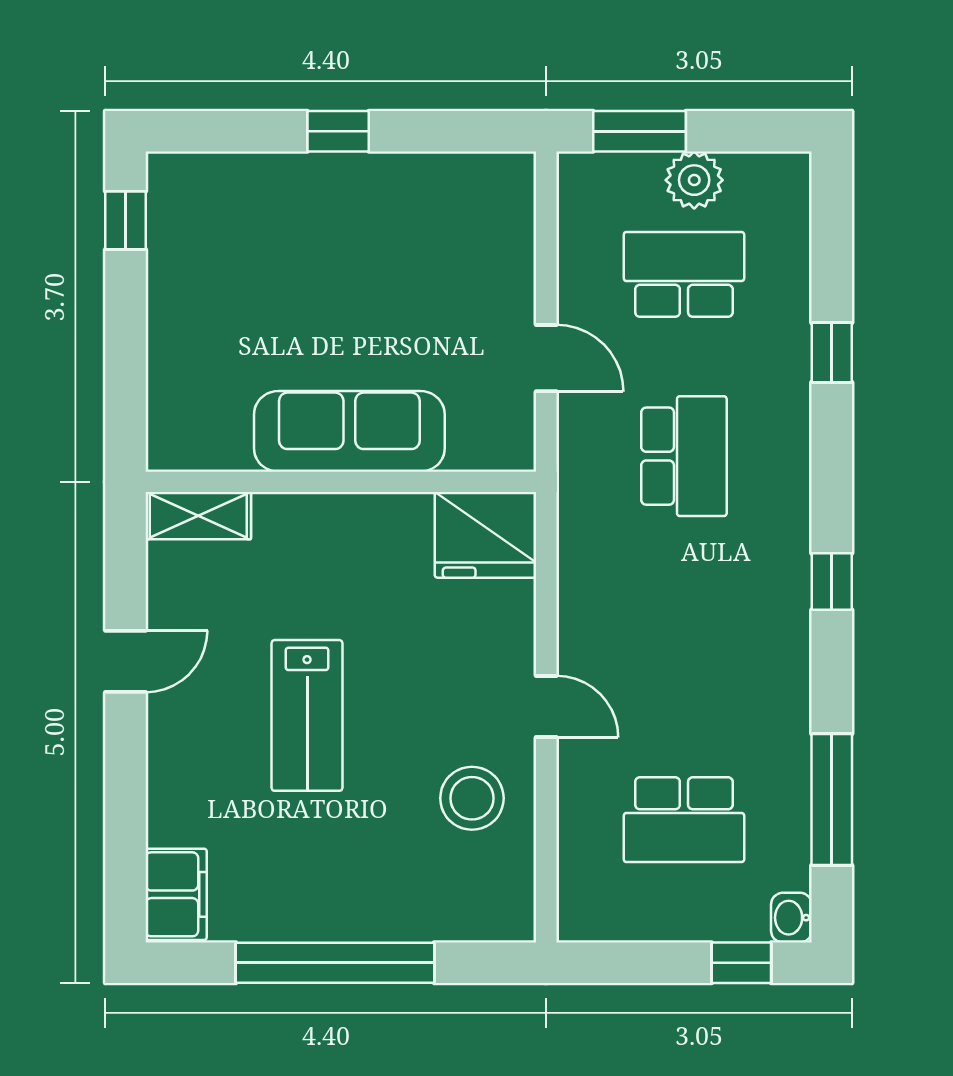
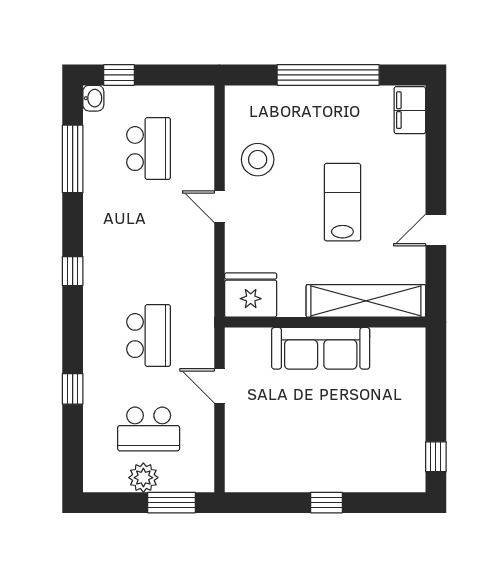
school desk: (684, 456) -> (149, 336), turned 180
shelving: (198, 516) -> (366, 301), width x2.20, depth x1.33
school desk: (684, 820) -> (149, 149), turned 90

